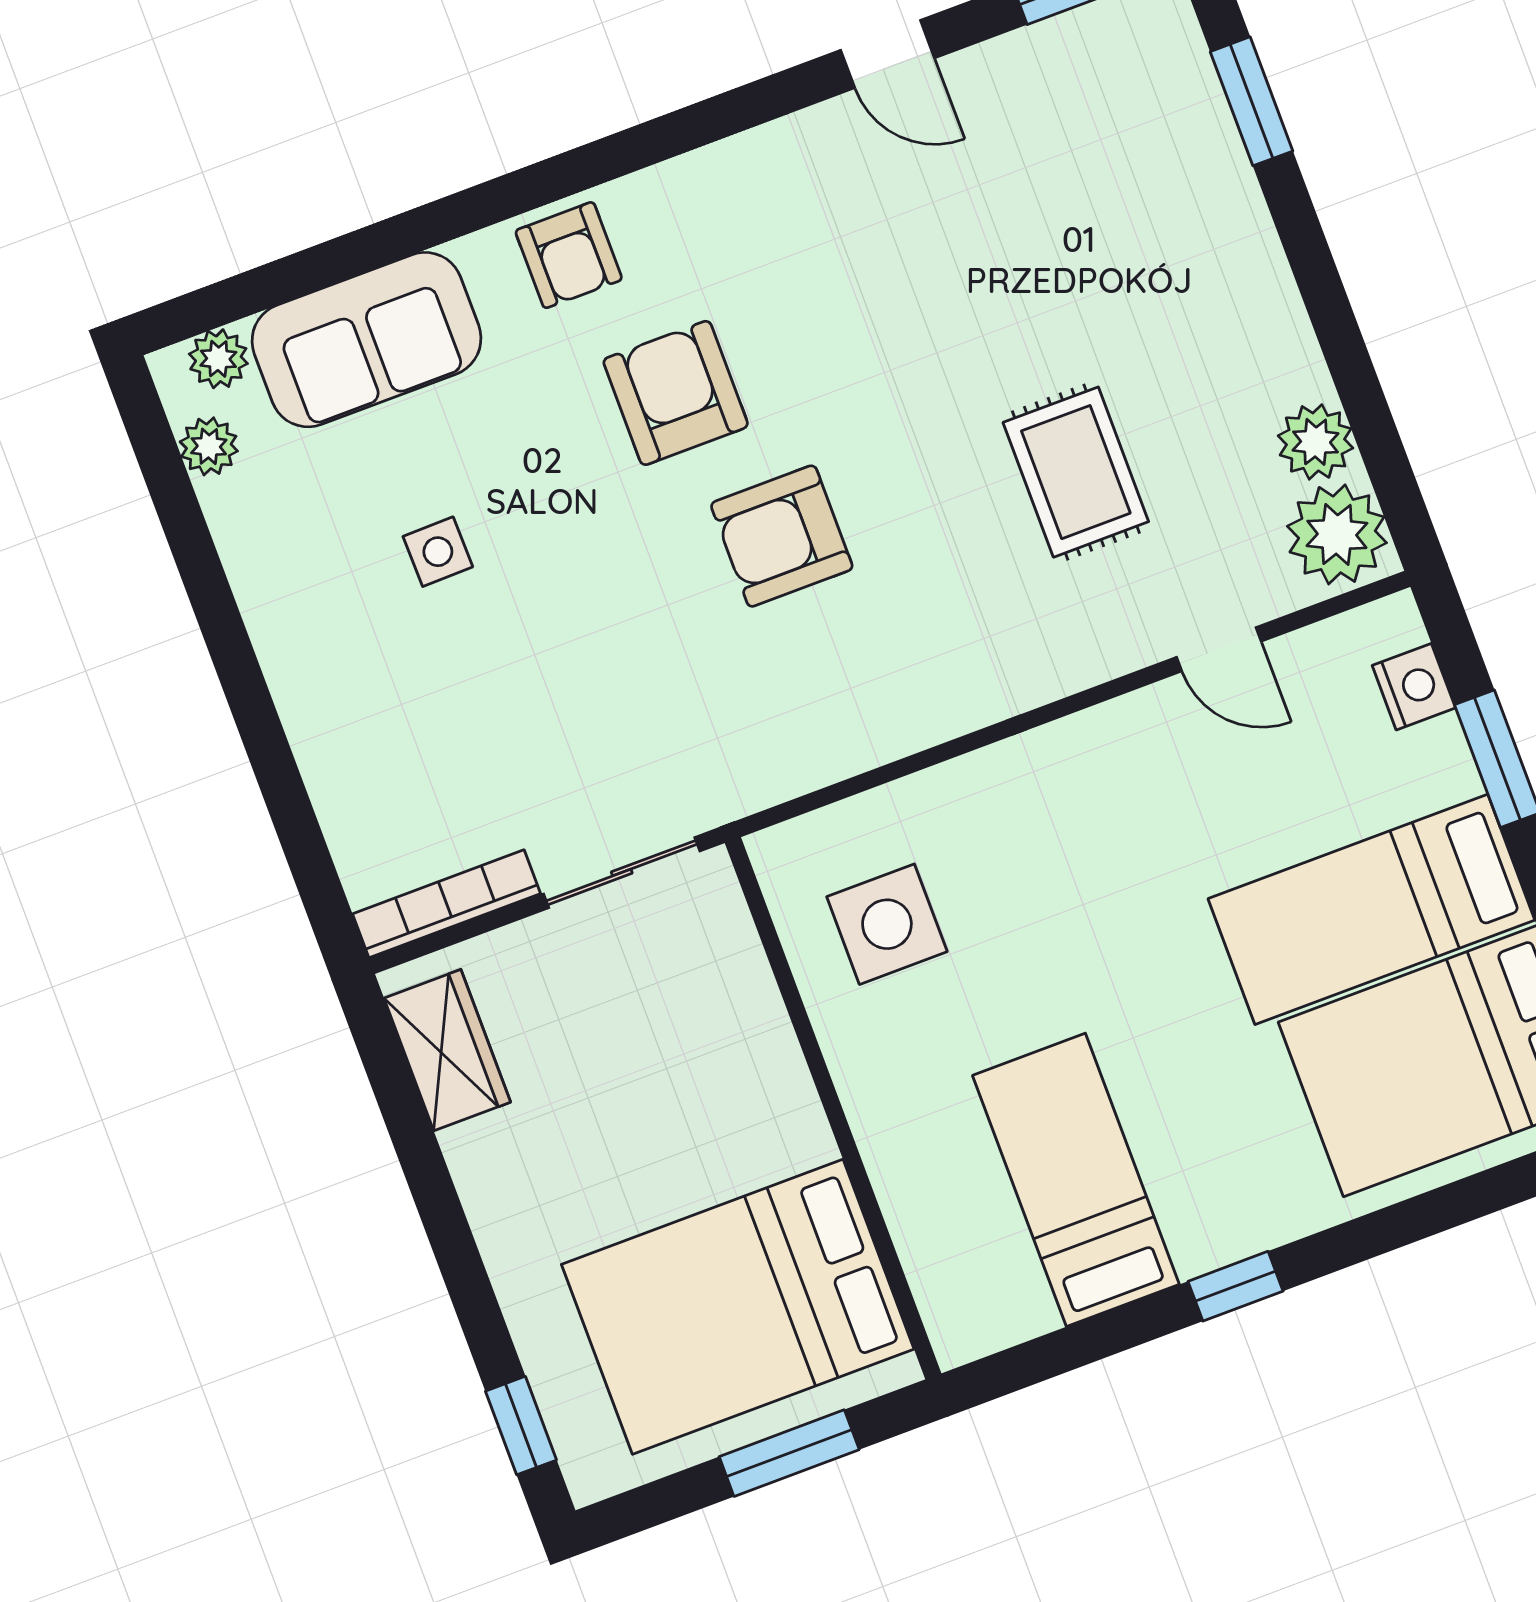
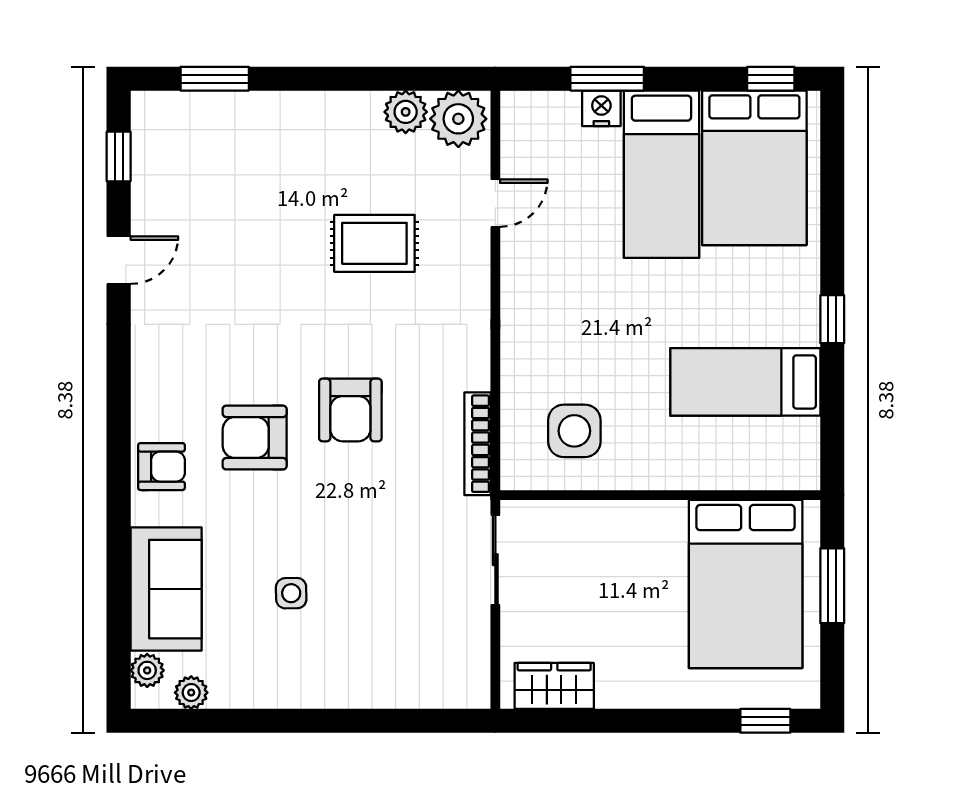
nightstand: (1414, 687) -> (601, 108), moved
bookcase: (447, 904) -> (477, 444), moved

